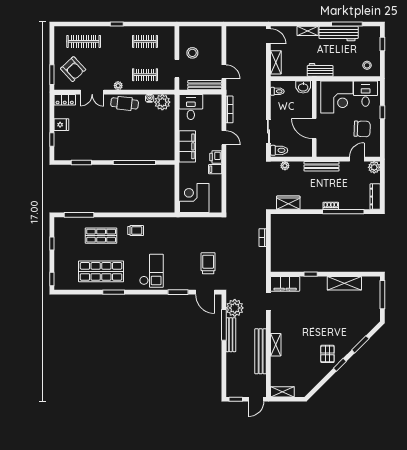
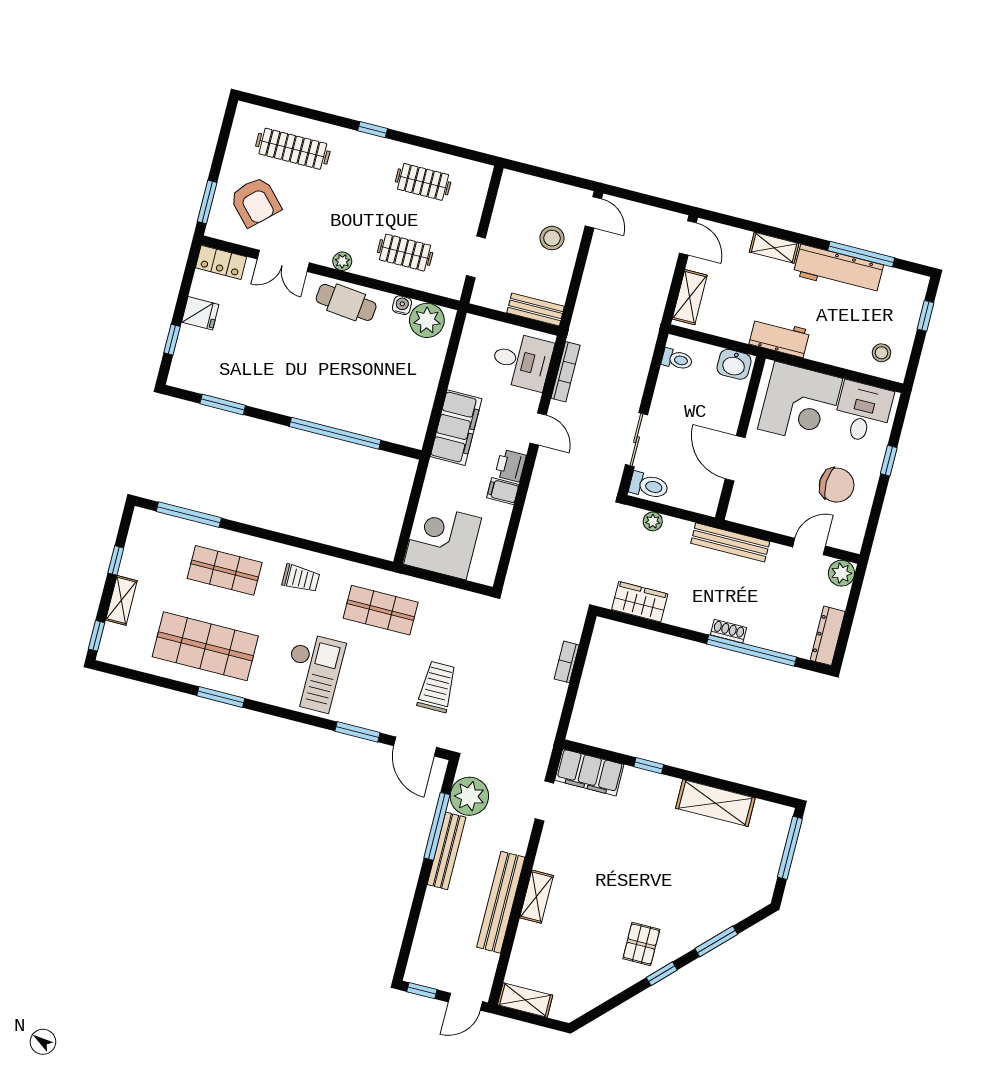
stool: (192, 53) -> (552, 238), moved
door: (224, 72) -> (593, 212), moved
bench: (205, 85) -> (536, 309), width x0.73
desk: (191, 107) -> (522, 361), moved, turned 90
shop shelf: (174, 236) -> (381, 610), added
shelving: (59, 261) -> (121, 600), added

